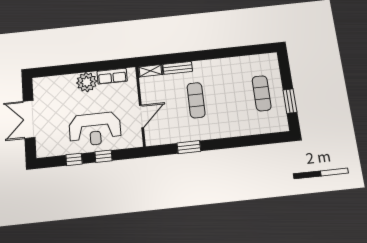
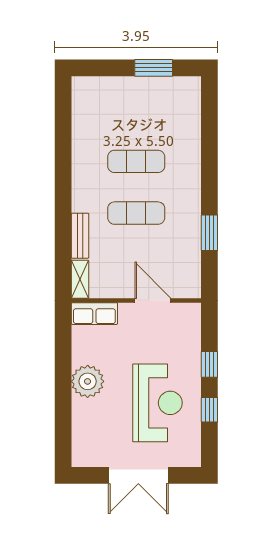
row of seats: (112, 76) -> (94, 314), moved, turned 90
exercise mat: (262, 93) -> (136, 161), moved
reception desk: (95, 129) -> (157, 403), moved

